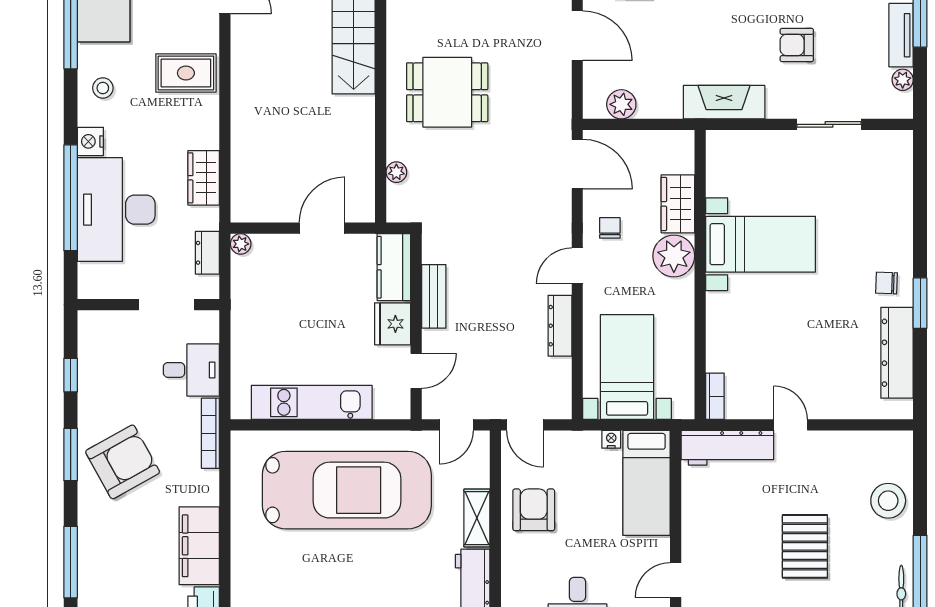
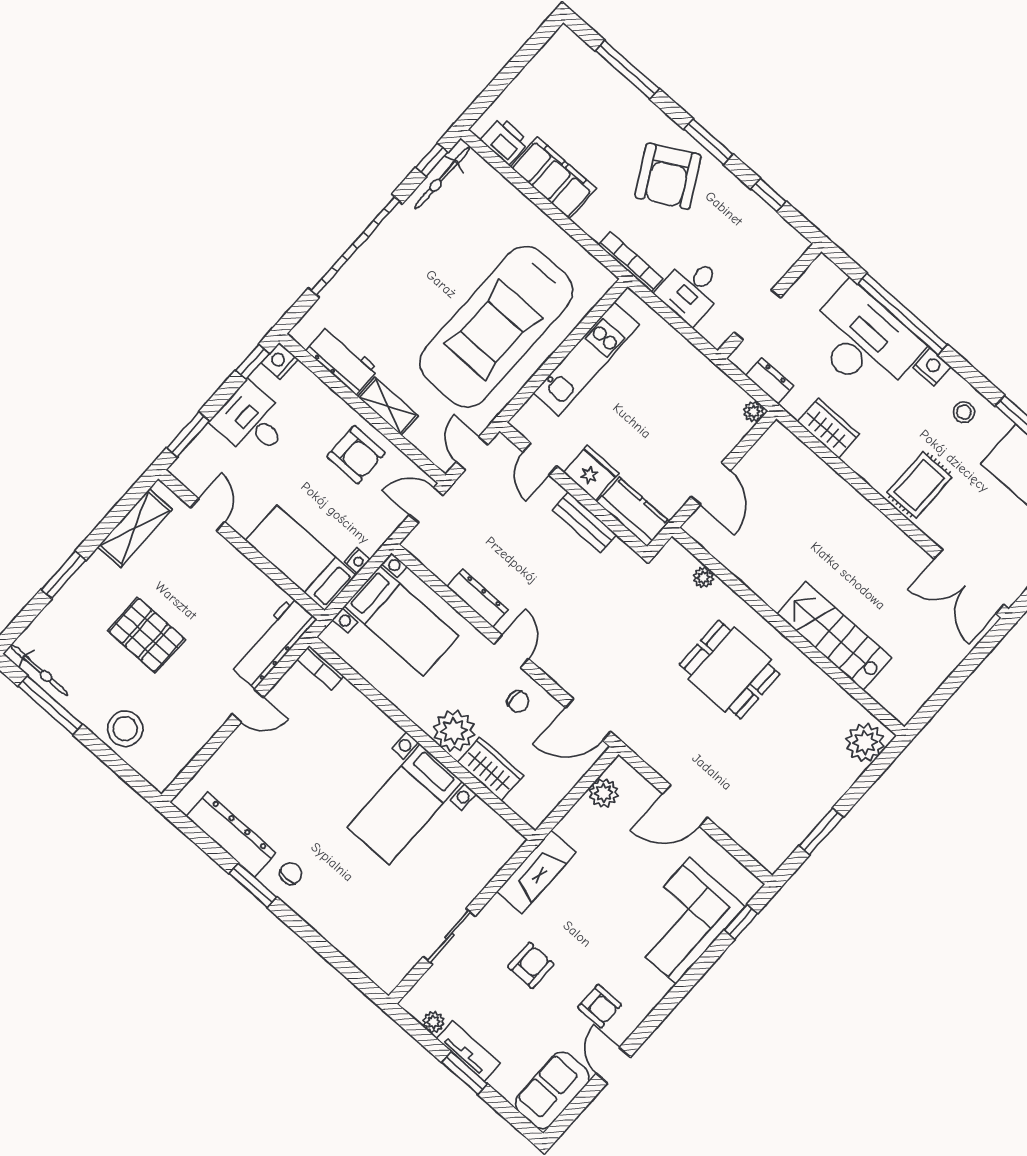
dining table: (447, 92) -> (730, 669), turned 90

